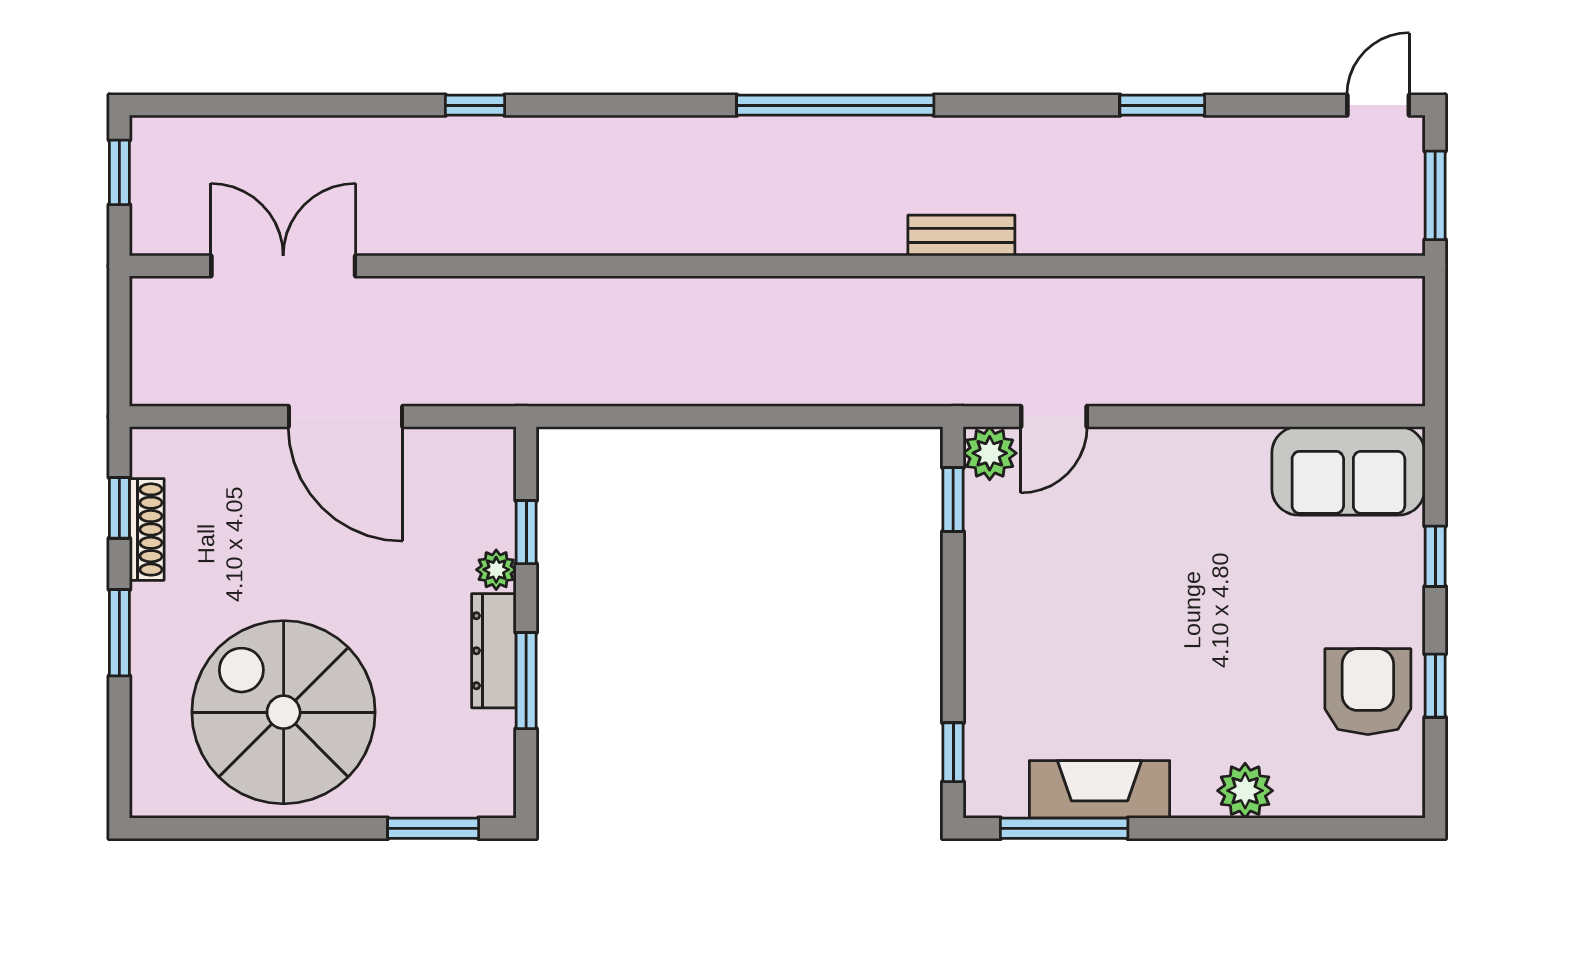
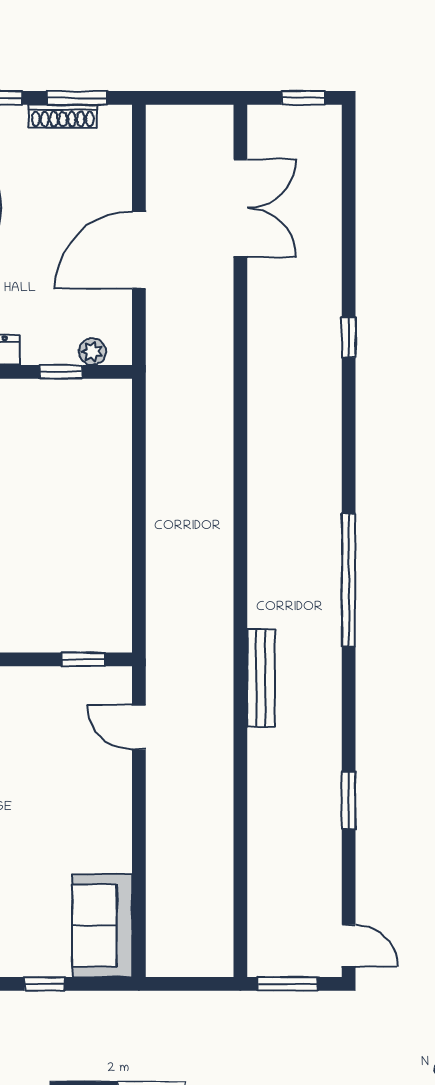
bench: (961, 235) -> (261, 678), width x1.36
plant: (990, 453) -> (114, 684), removed
window: (119, 508) -> (77, 98), width x1.50
plant: (496, 570) -> (92, 352), moved

